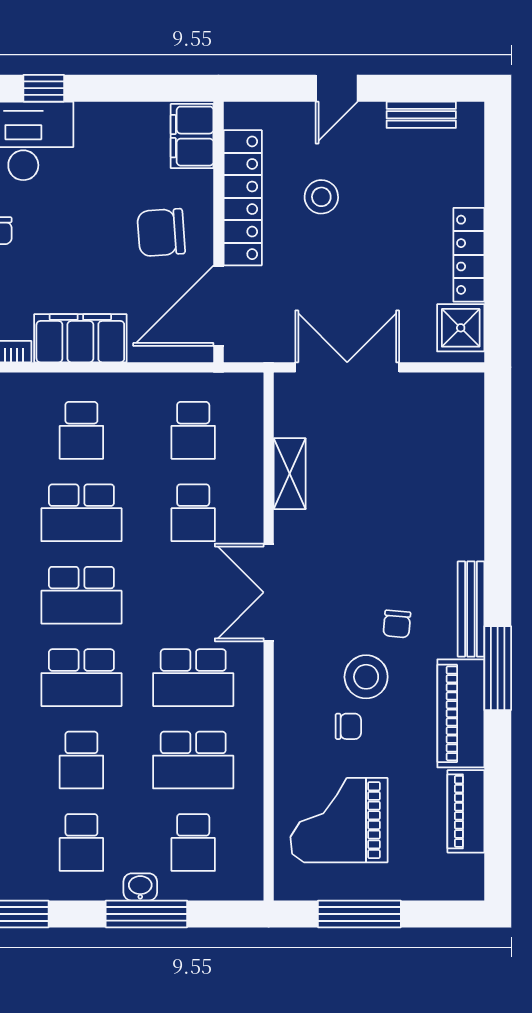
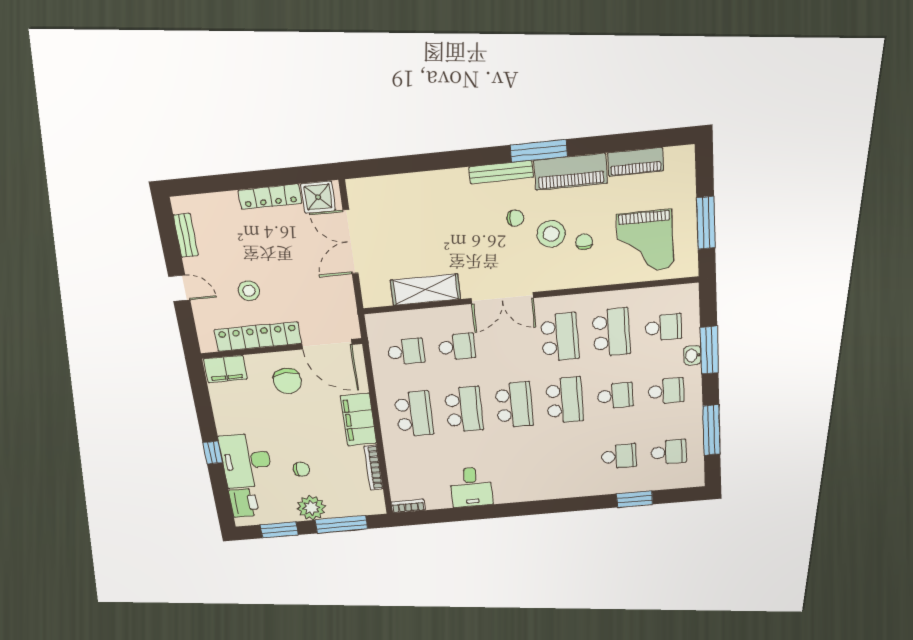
double door: (347, 367) -> (351, 242), moved
school desk: (81, 430) -> (414, 414), width x1.85
shelving: (290, 474) -> (425, 290), width x1.50, depth x1.33

